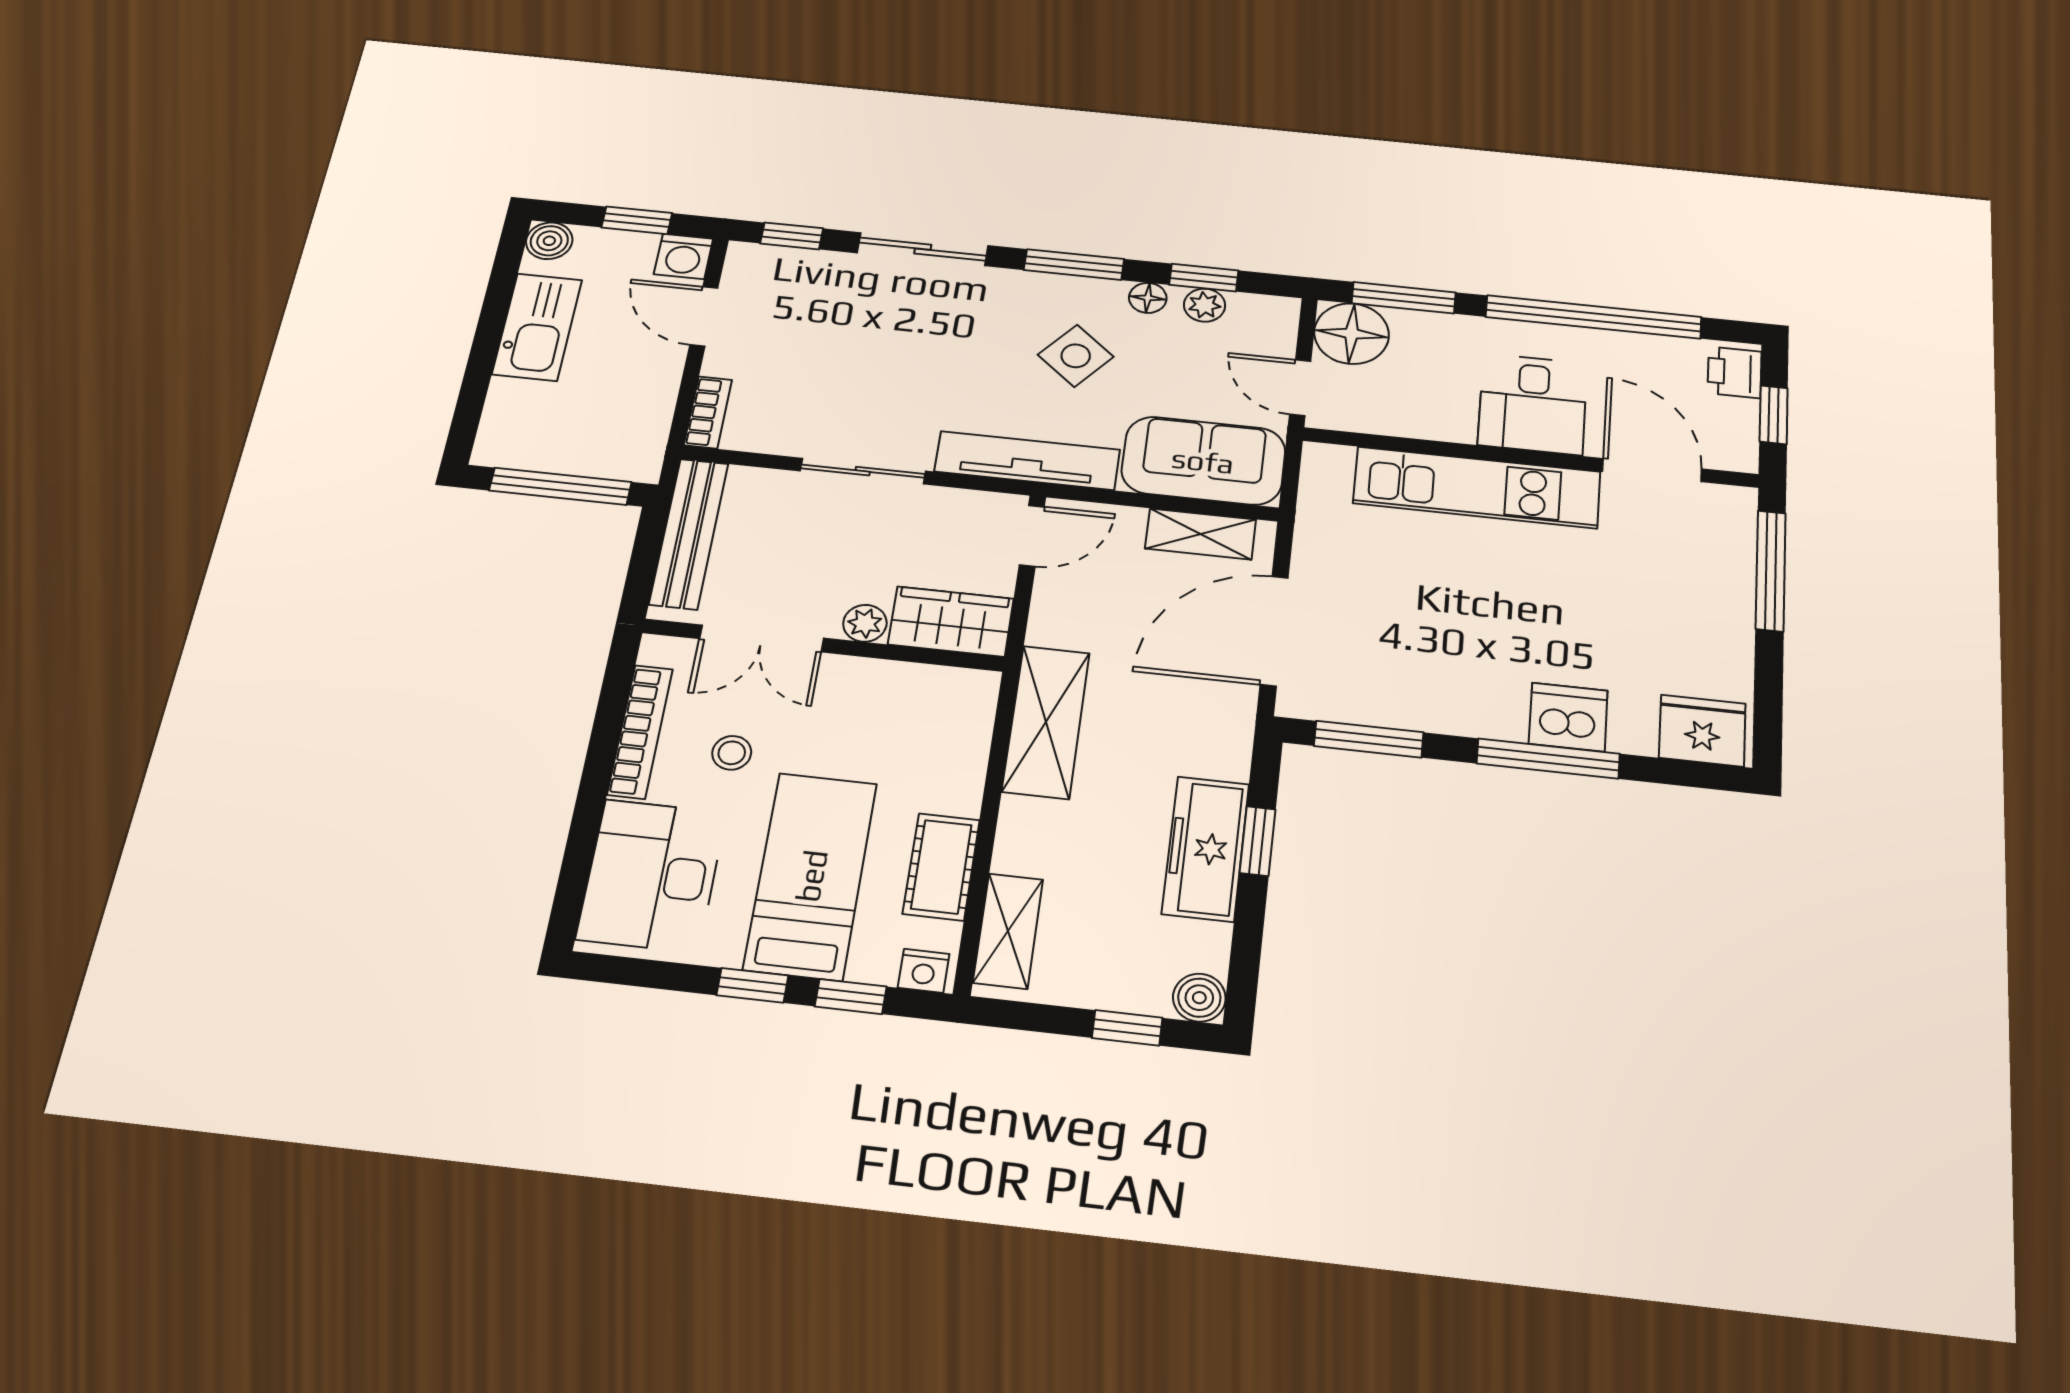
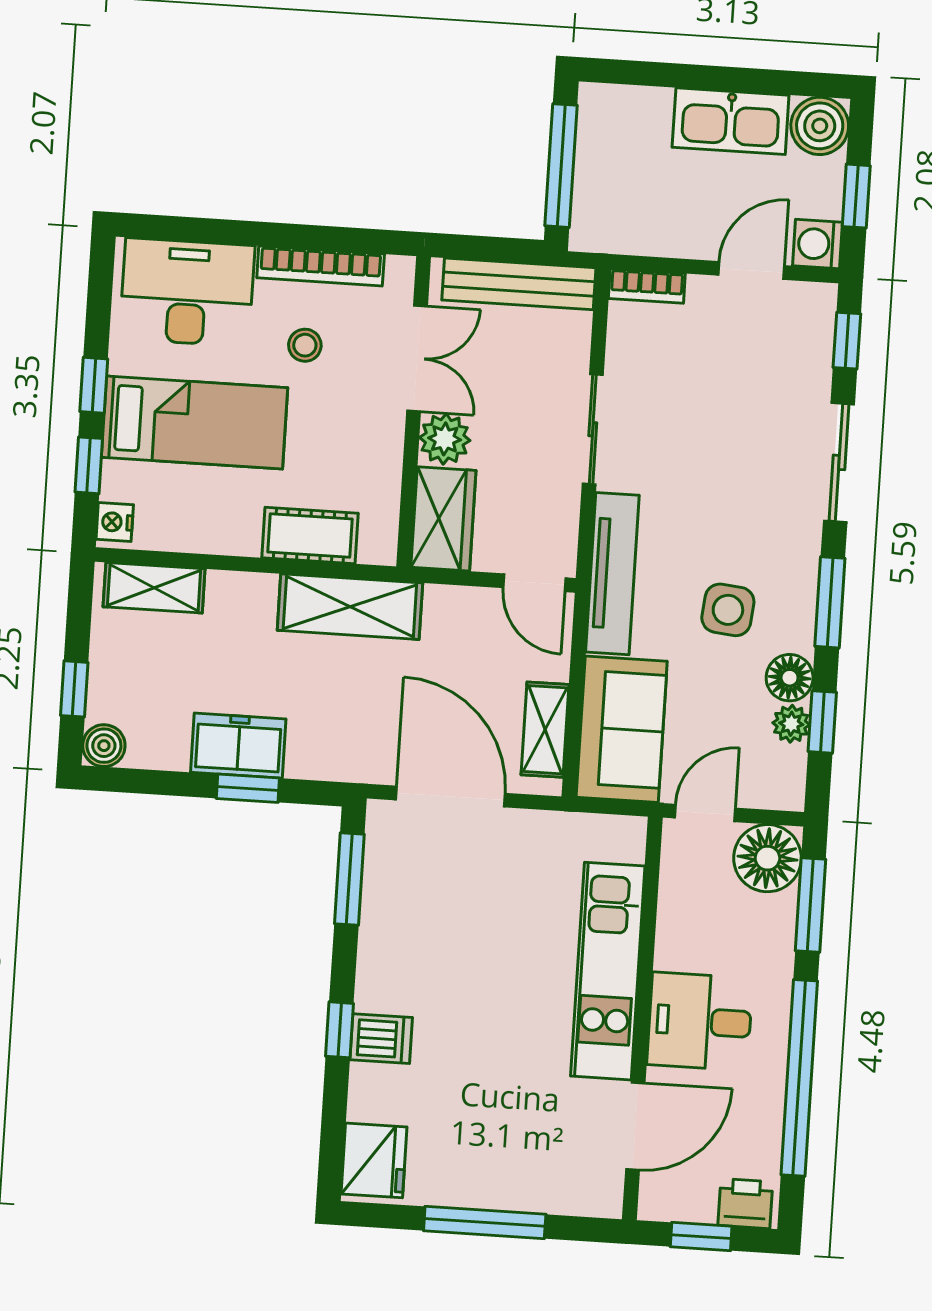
boiler: (549, 241) -> (820, 126), width x1.36, depth x1.36
floor lamp: (1148, 298) -> (790, 678), width x1.37, depth x1.37
side table: (1076, 356) -> (728, 610), turned -34
window: (1771, 571) -> (485, 1223), moved
plant: (865, 623) -> (445, 439), width x1.38, depth x1.38
double door: (762, 638) -> (417, 358), swing flipped
dishwasher: (1568, 717) -> (381, 1039), width x0.73
window: (1548, 759) -> (340, 1030), width x0.46
freezer: (1206, 849) -> (238, 746), width x0.71
cot: (941, 867) -> (310, 536), moved

